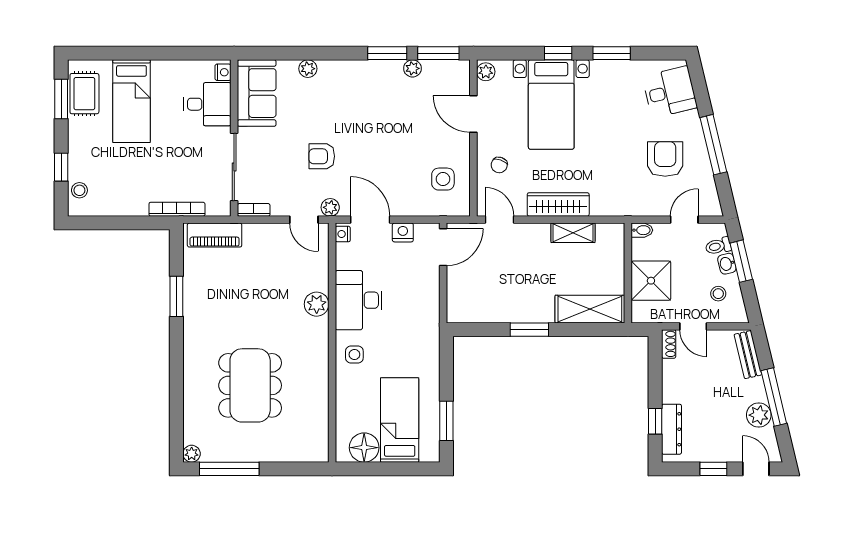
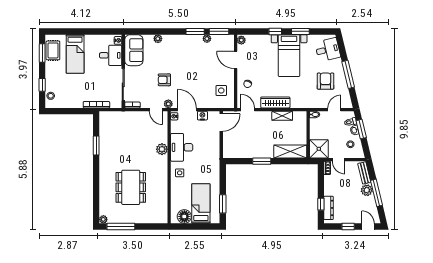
bed with nightstands: (551, 105) -> (289, 56), moved
piano: (215, 235) -> (114, 117), removed
shower: (651, 281) -> (319, 149), moved
plant: (759, 415) -> (367, 190), moved

